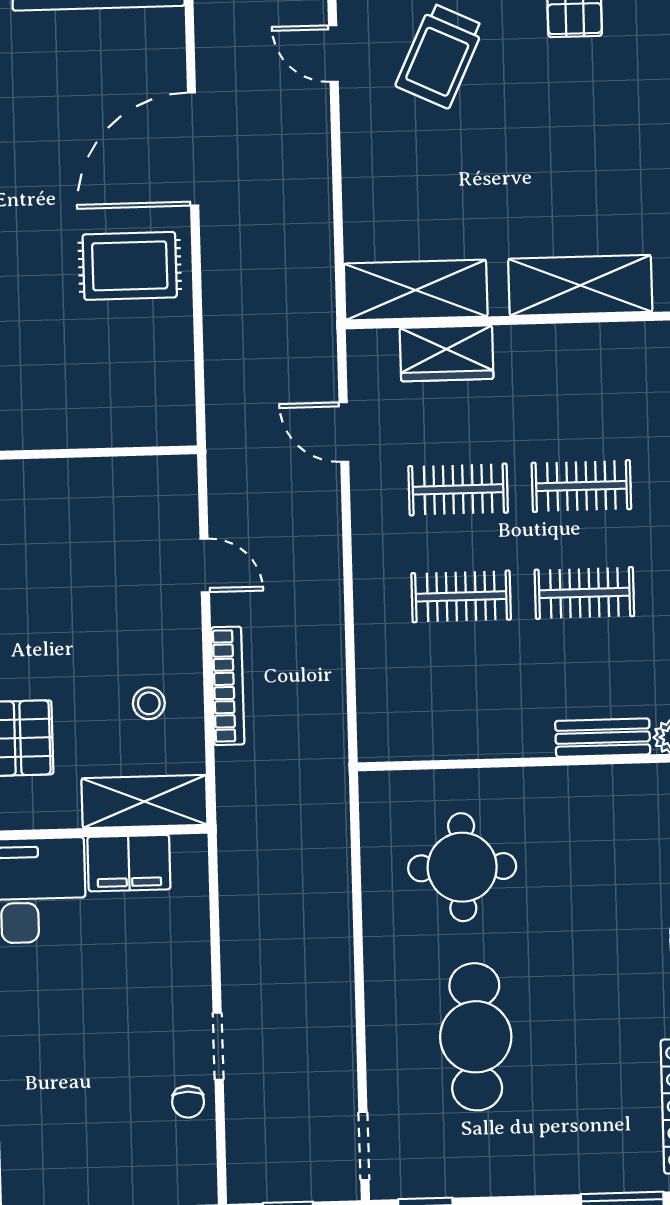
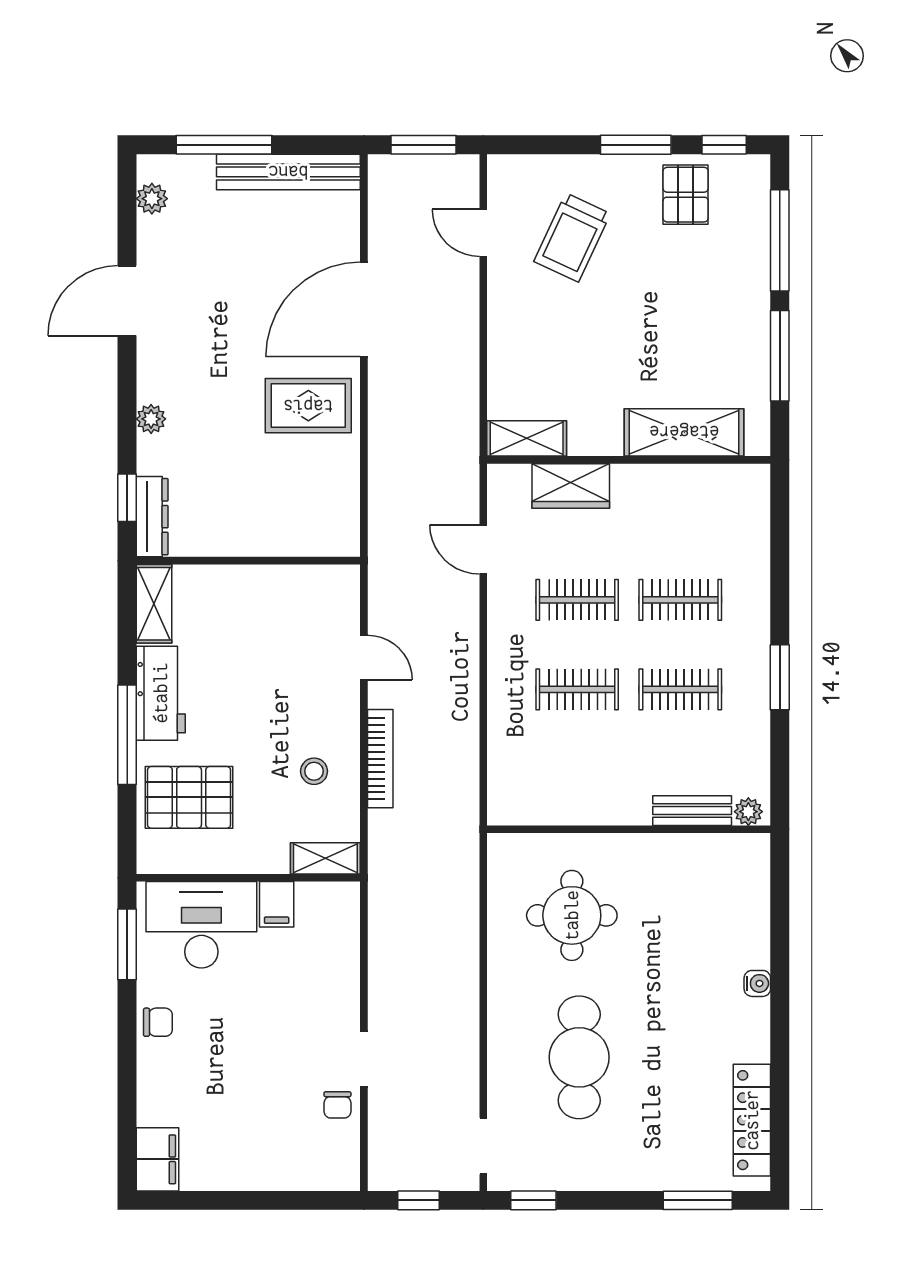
shelving: (416, 290) -> (527, 438), width x0.67, depth x0.75
shelving: (144, 801) -> (325, 858), width x0.67, depth x0.75
filing cabinet: (129, 863) -> (277, 904), width x0.50

